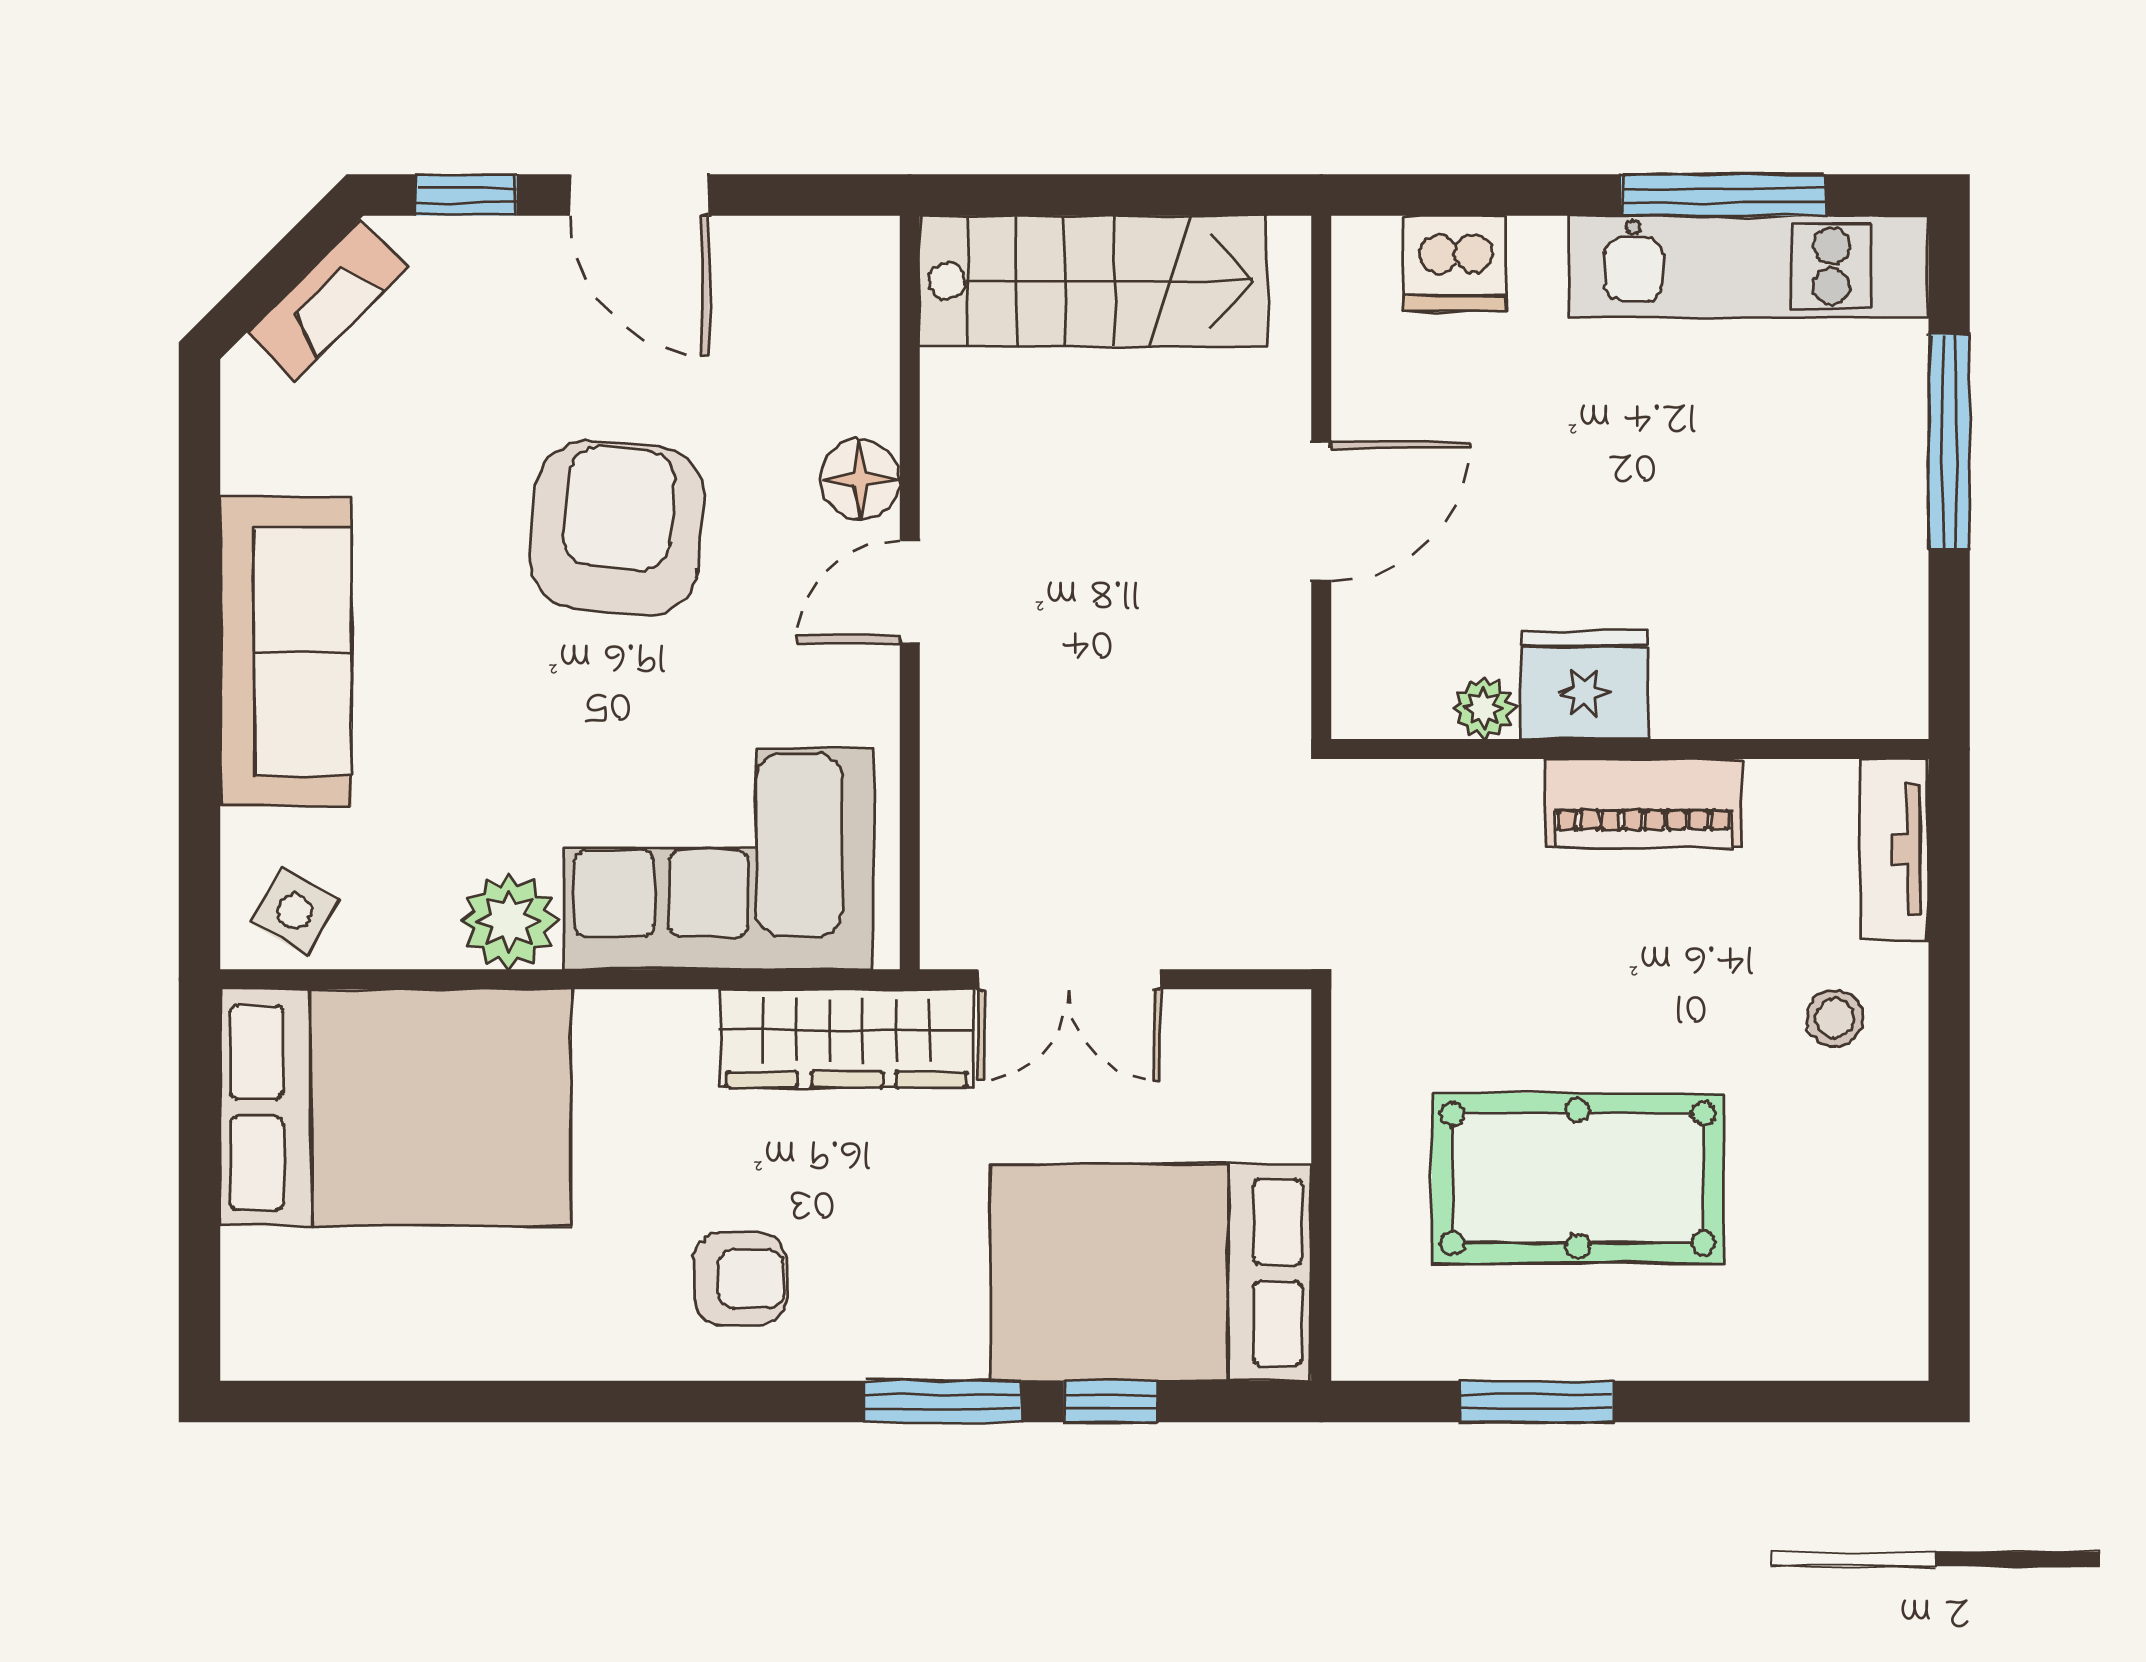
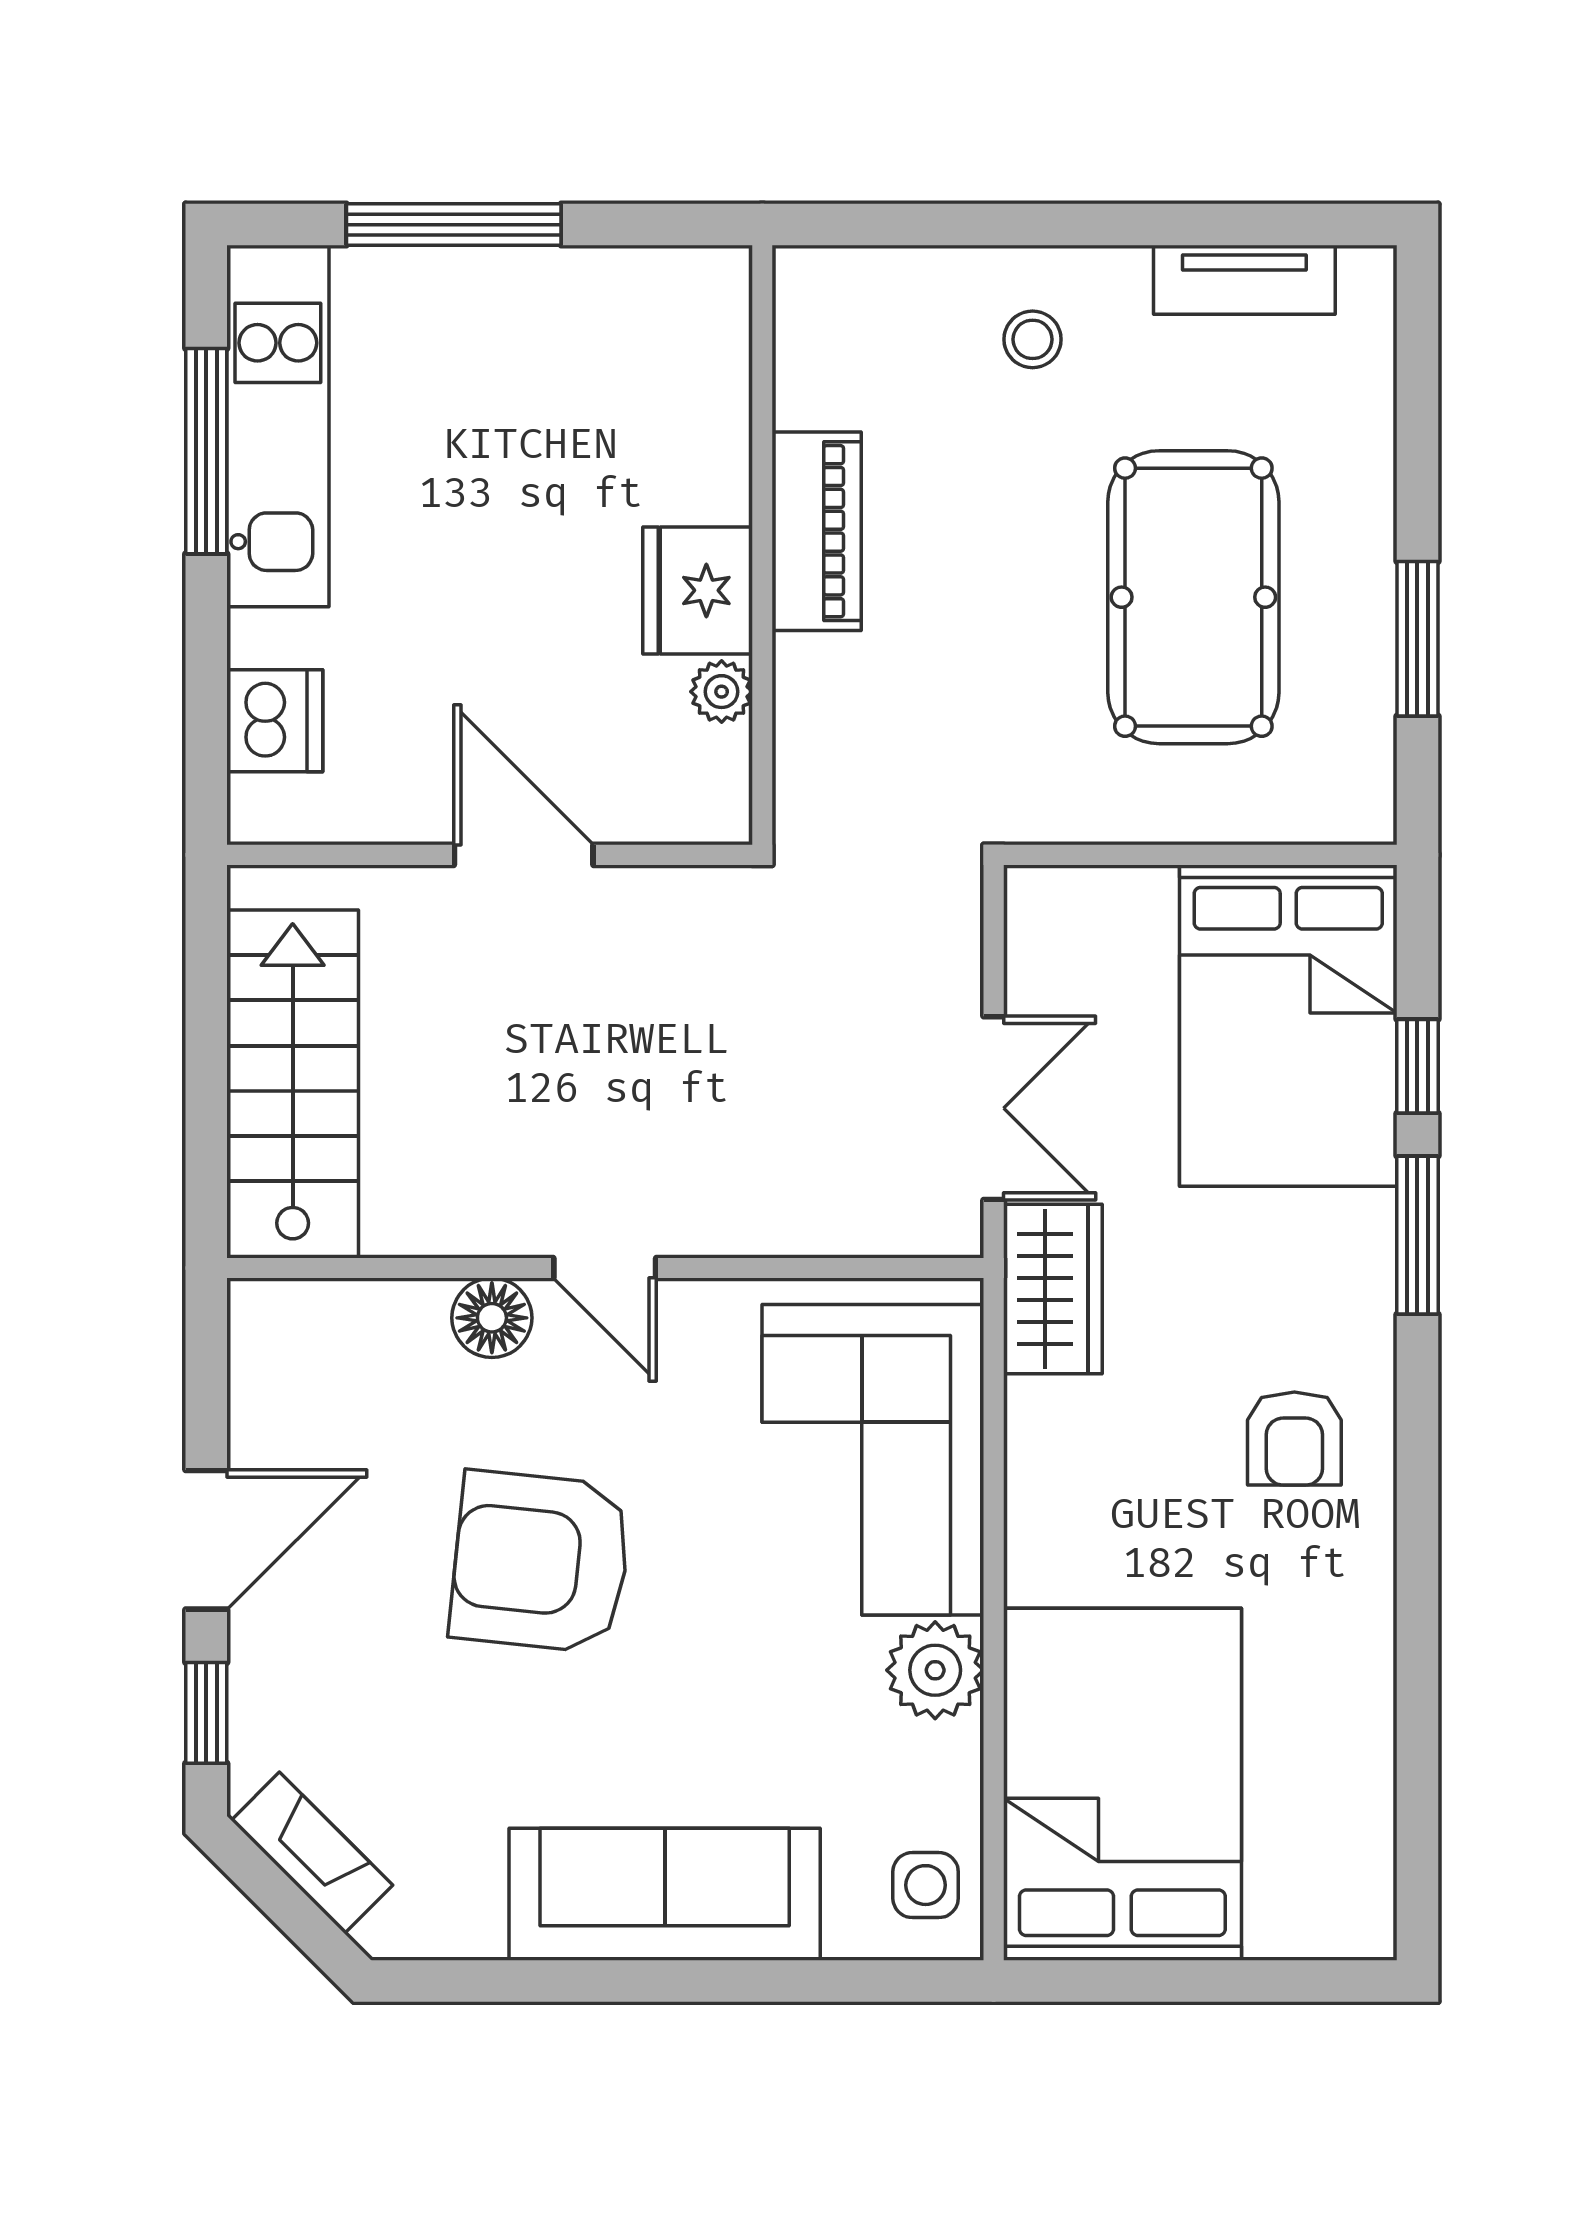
tv unit: (1894, 849) -> (1244, 280), moved
side table: (295, 912) -> (926, 1885), turned -30
wardrobe: (847, 1038) -> (1053, 1289), width x0.67
armchair: (740, 1279) -> (1294, 1439), turned 180

